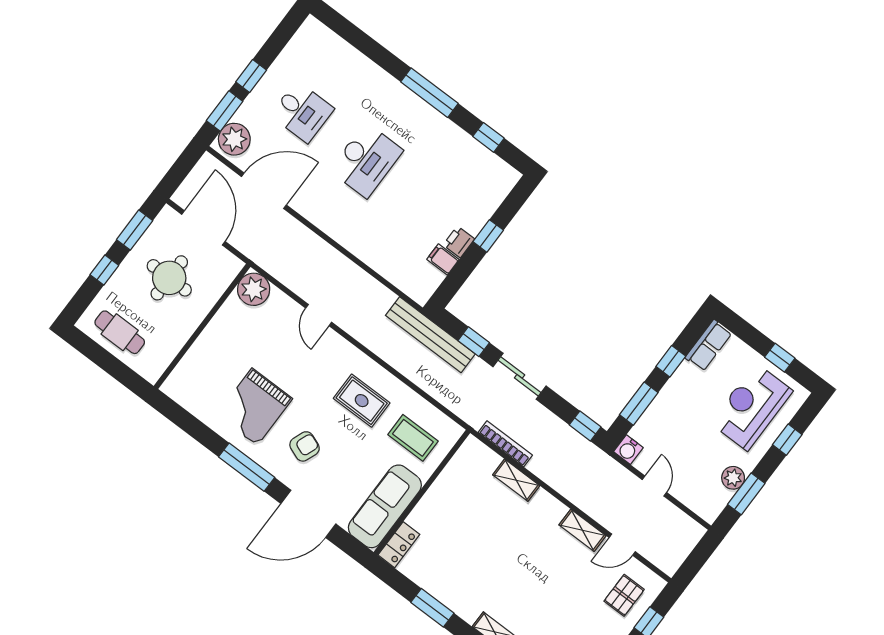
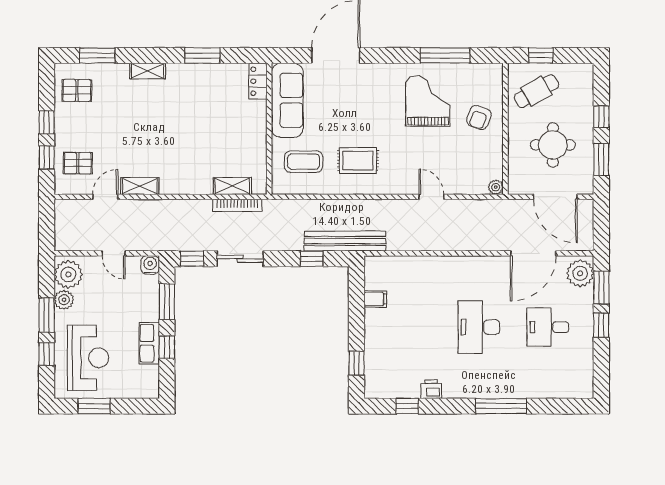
window: (429, 93) -> (501, 406), moved
window: (488, 236) -> (356, 363), moved
printer: (459, 242) -> (431, 389), moved, turned -90
plant: (254, 289) -> (496, 187), width x0.53, depth x0.53
cafe table: (120, 332) -> (536, 91), moved, turned -30
row of seats: (708, 345) -> (149, 343), moved
window: (780, 358) -> (94, 406), width x1.50
window: (117, 370) -> (541, 55), added
sliding door: (520, 376) -> (240, 259), moved
armchair: (305, 446) -> (479, 117), moved
window: (247, 467) -> (445, 55), moved
shelving: (516, 480) -> (232, 186), moved
window: (746, 494) -> (47, 315), moved
plant: (711, 498) -> (68, 274), added
pallet: (624, 595) -> (78, 163), turned 90

